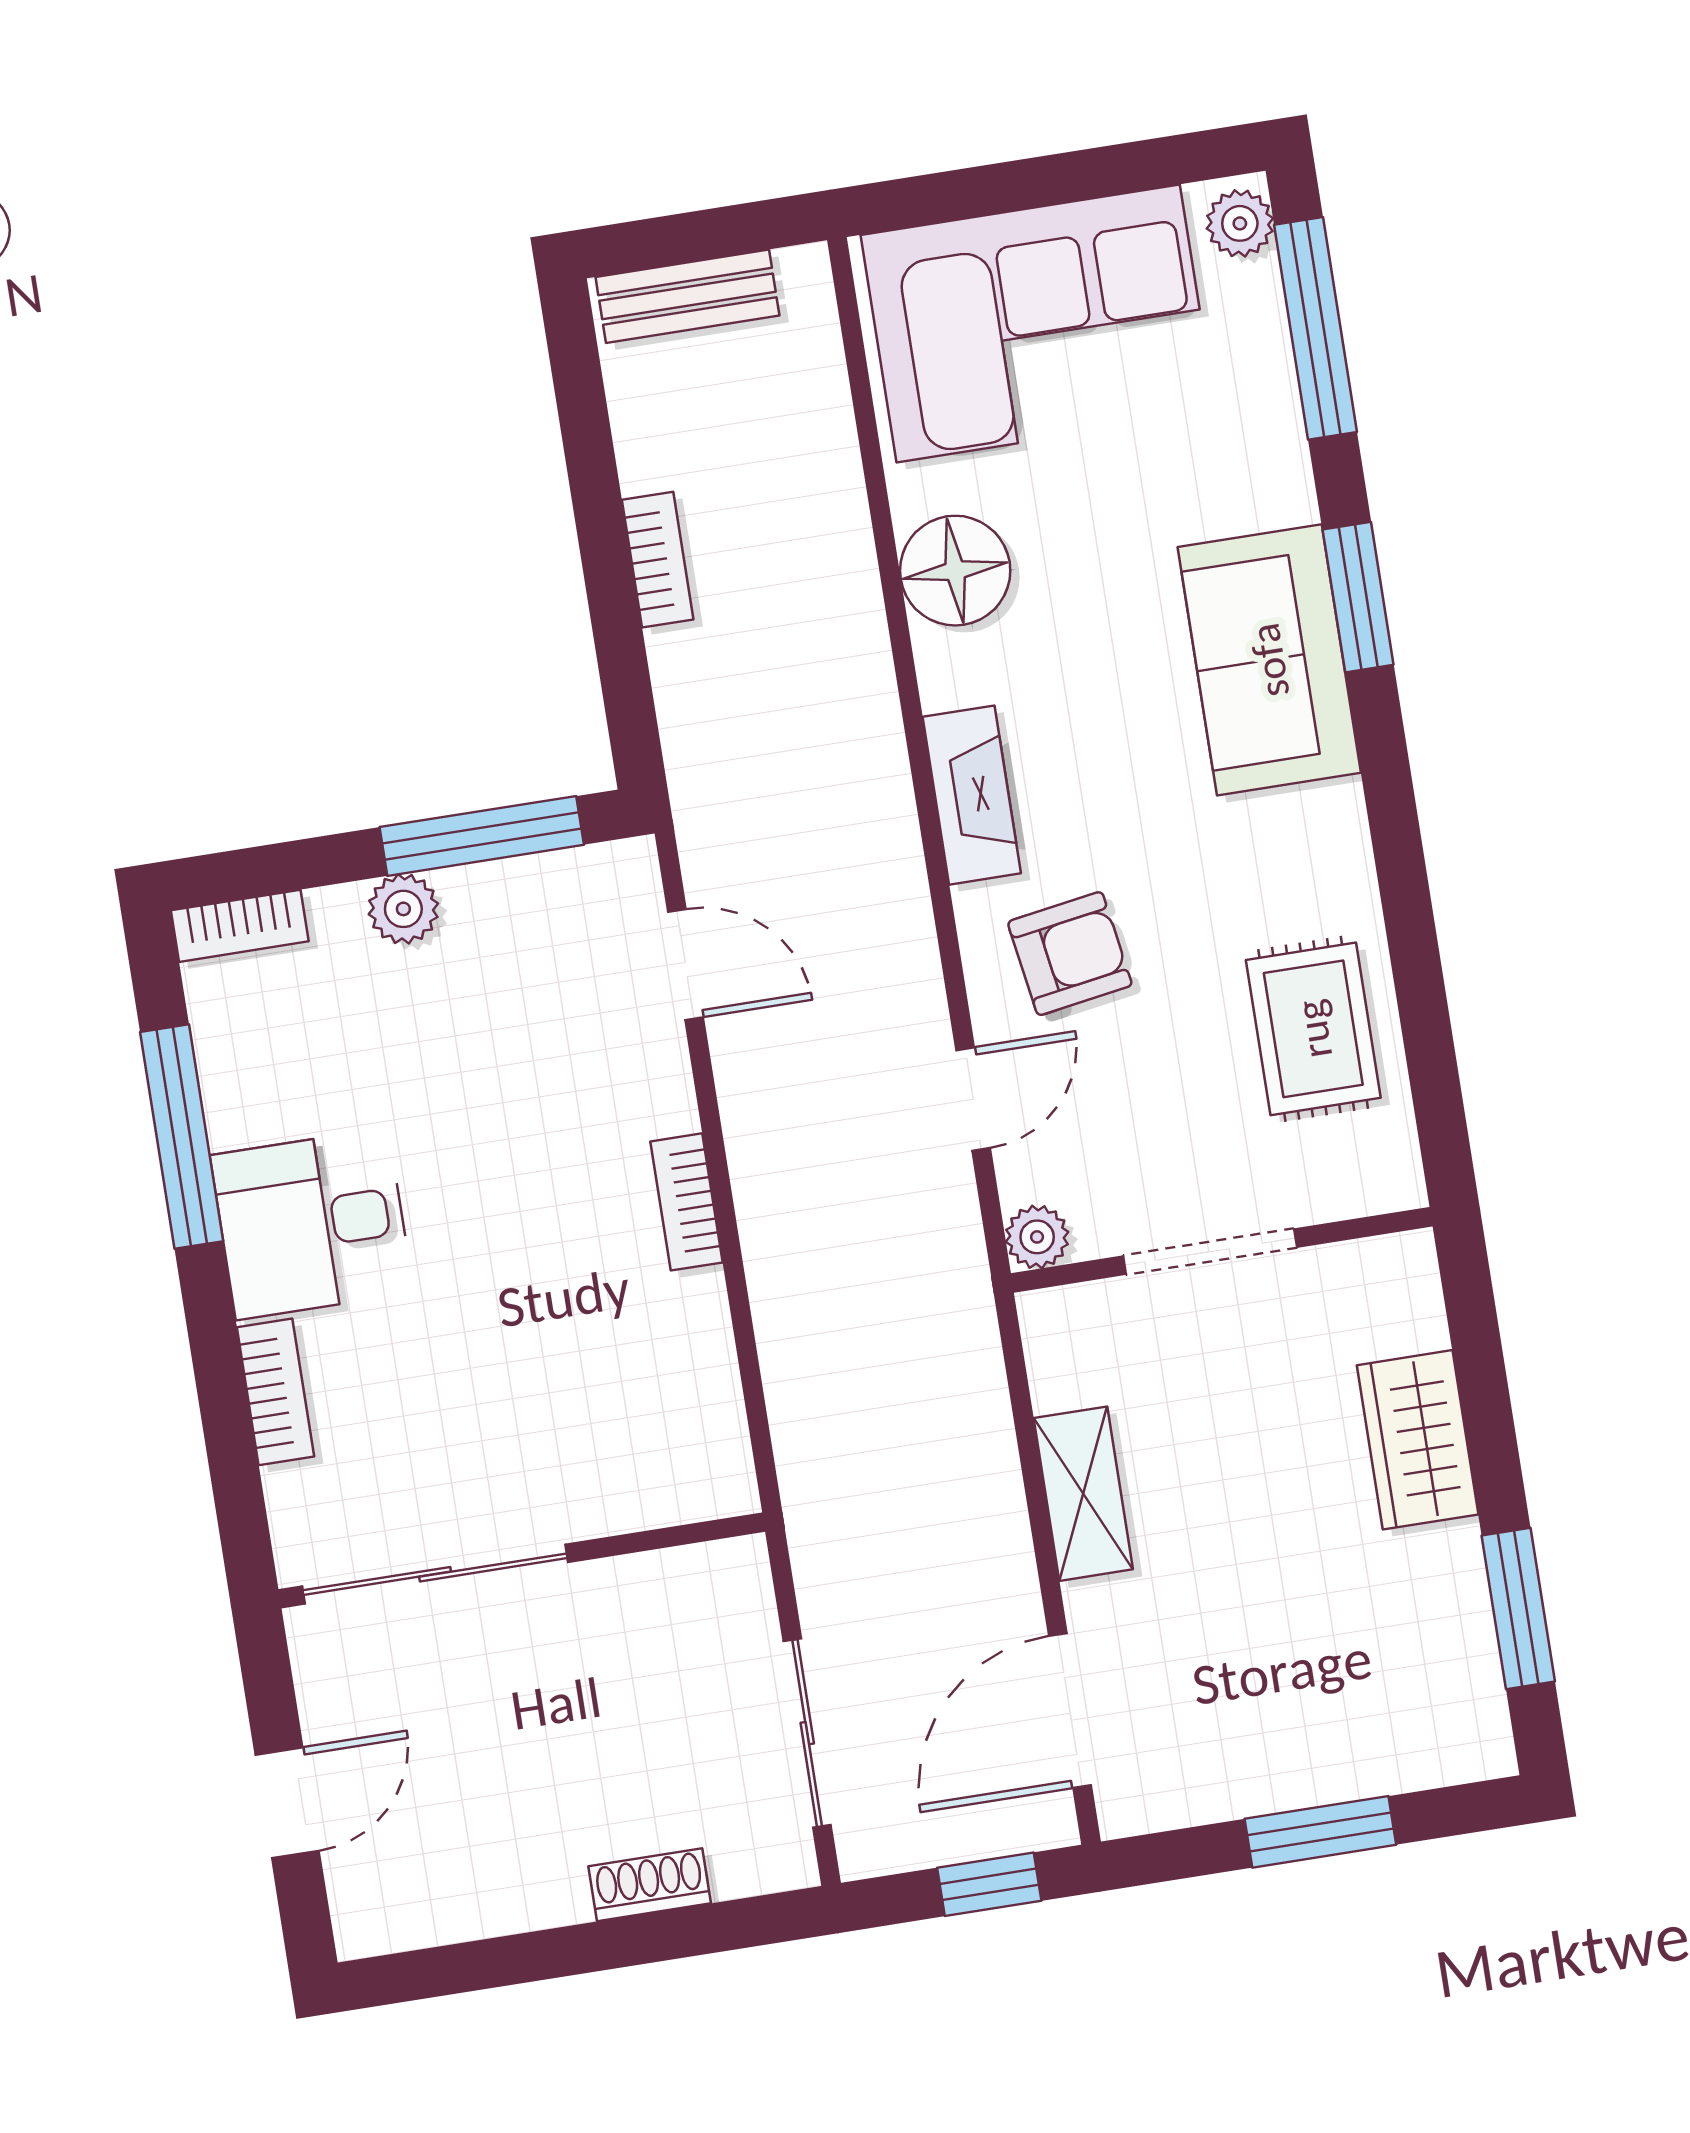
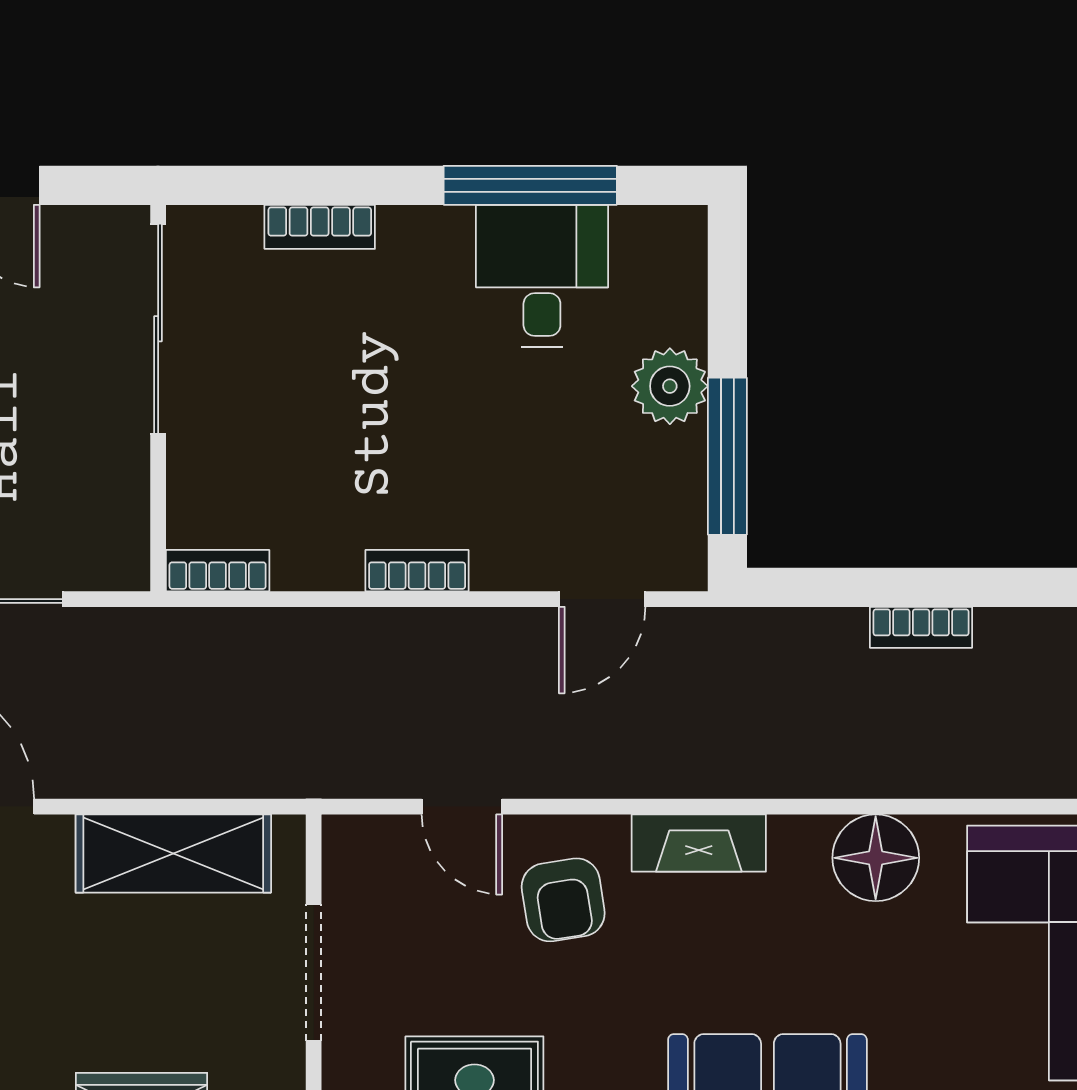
plant: (403, 909) -> (670, 386), width x1.38, depth x1.38
bookcase: (240, 926) -> (218, 571), moved, turned 90
desk: (312, 1224) -> (542, 276), moved
plant: (1037, 1237) -> (346, 839), removed
shelving: (1083, 1494) -> (173, 853), width x1.50, depth x1.33

